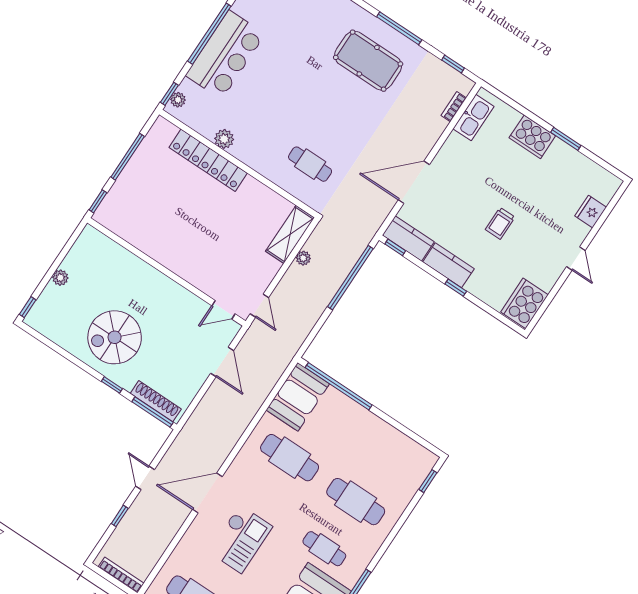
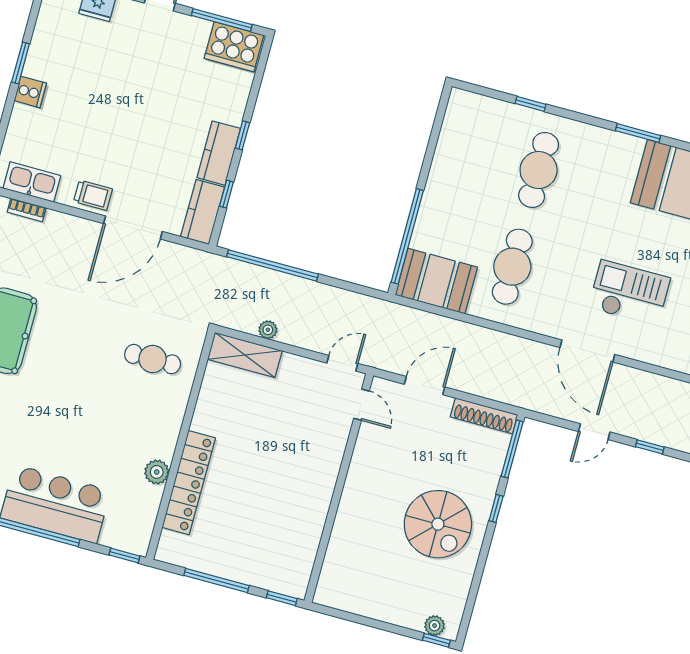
plant: (178, 100) -> (128, 543), removed
cooker: (532, 137) -> (30, 92), width x0.53, depth x0.76
cafe table: (310, 164) -> (153, 359), turned 90
door: (414, 182) -> (133, 228), hinge flipped
trolley: (500, 223) -> (93, 195), moved
window: (395, 247) -> (226, 194), moved
plant: (60, 278) -> (435, 626), moved
window: (548, 301) -> (222, 20), added
shoe rack: (156, 401) -> (484, 416), moved, turned -90
window: (428, 481) -> (531, 104), moved
cafe table: (324, 549) -> (608, 189), removed

